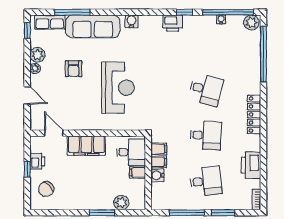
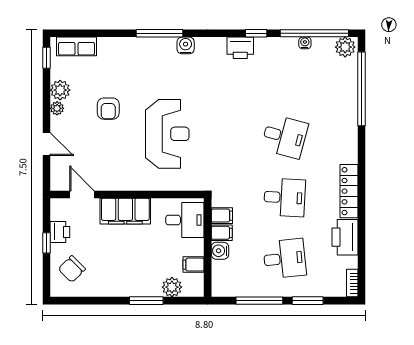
window: (72, 12) -> (159, 33), moved
sofa: (93, 26) -> (134, 52), removed
locker: (254, 114) -> (349, 191), moved
filing cabinet: (138, 172) -> (194, 265), moved

